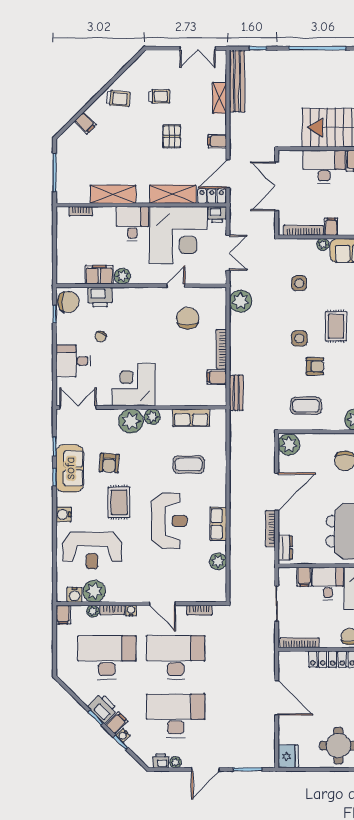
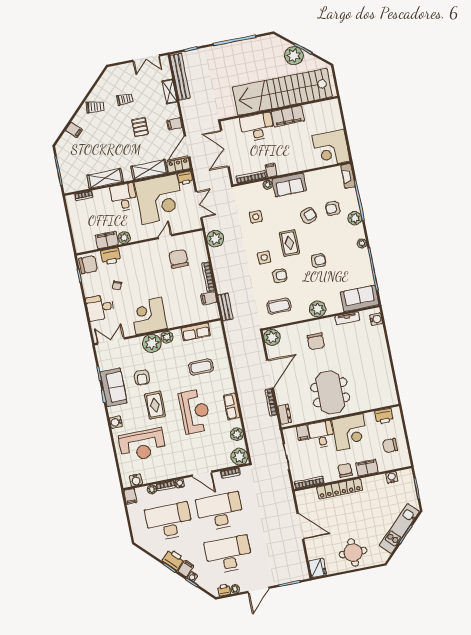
plant: (94, 591) -> (239, 457), moved

